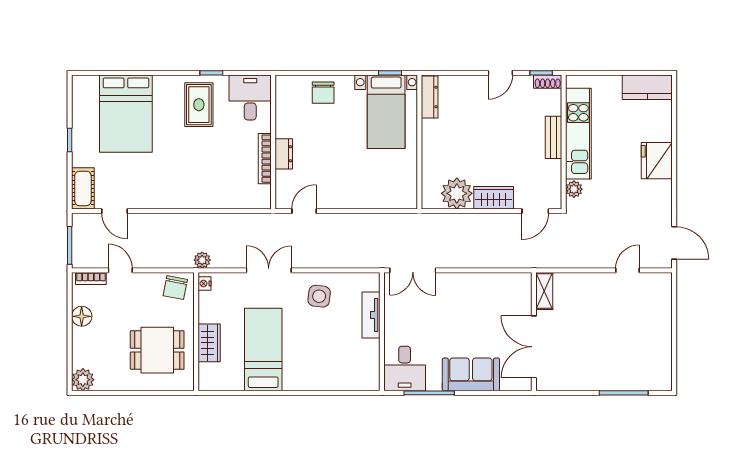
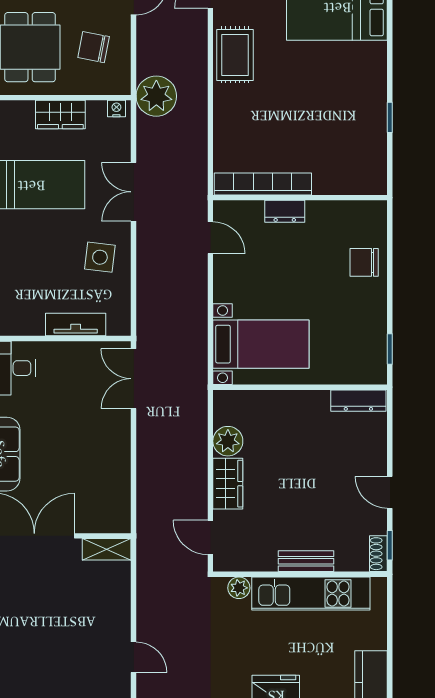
desk: (250, 97) -> (358, 168), removed
rug: (199, 105) -> (235, 55), moved, turned 90
bed with nightstands: (386, 112) -> (261, 344), moved, turned 180
bookcase: (265, 159) -> (263, 184), width x1.48, depth x1.31
plant: (457, 193) -> (228, 441), width x0.73, depth x0.73
plant: (202, 260) -> (156, 96), width x1.87, depth x1.87
double door: (269, 270) -> (134, 192), swing flipped
chair: (175, 288) -> (94, 47), moved
wardrobe: (209, 343) -> (60, 115), moved

